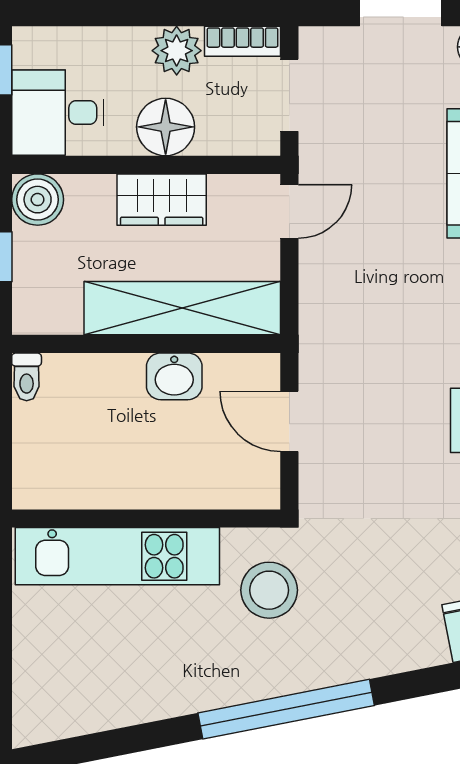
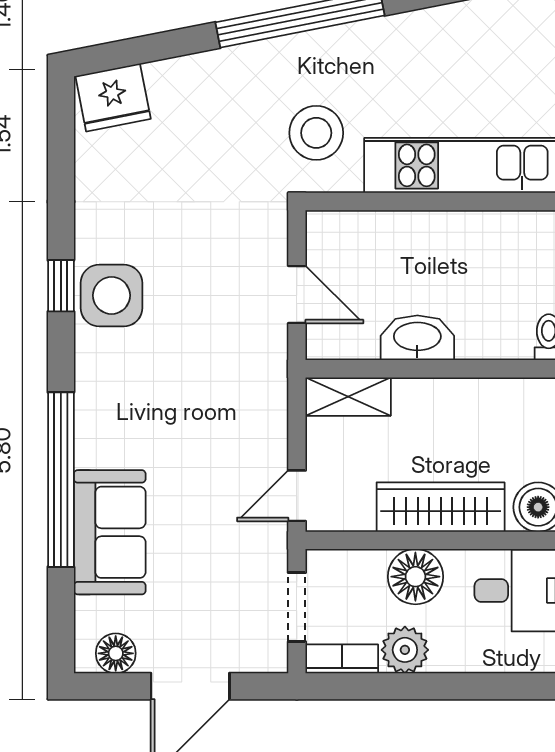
wardrobe: (162, 200) -> (441, 507), width x1.50
shelving: (182, 308) -> (348, 397), width x0.45, depth x0.75
washbasin: (174, 376) -> (417, 338), width x1.38

